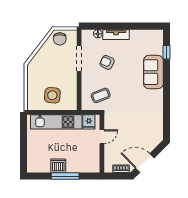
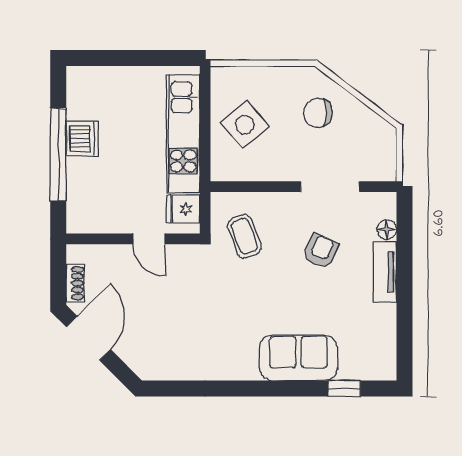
chair: (60, 39) -> (318, 113), moved
side table: (52, 95) -> (245, 125), turned 45
window: (65, 176) -> (58, 154), width x1.46

